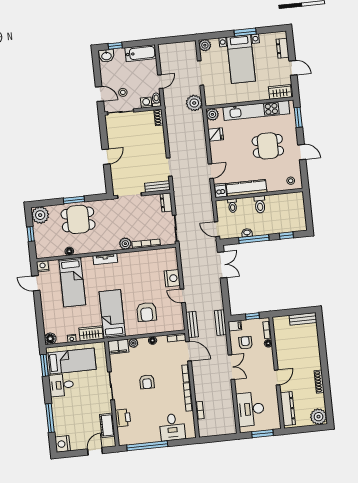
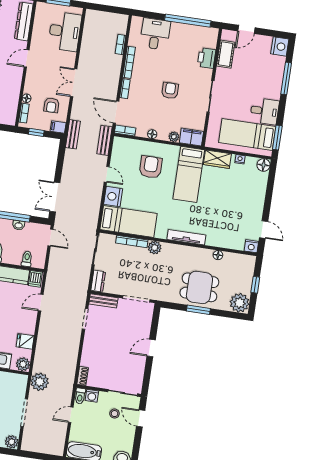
tv unit: (105, 259) -> (186, 237), width x1.41
bed: (72, 282) -> (129, 221), moved, turned 90

